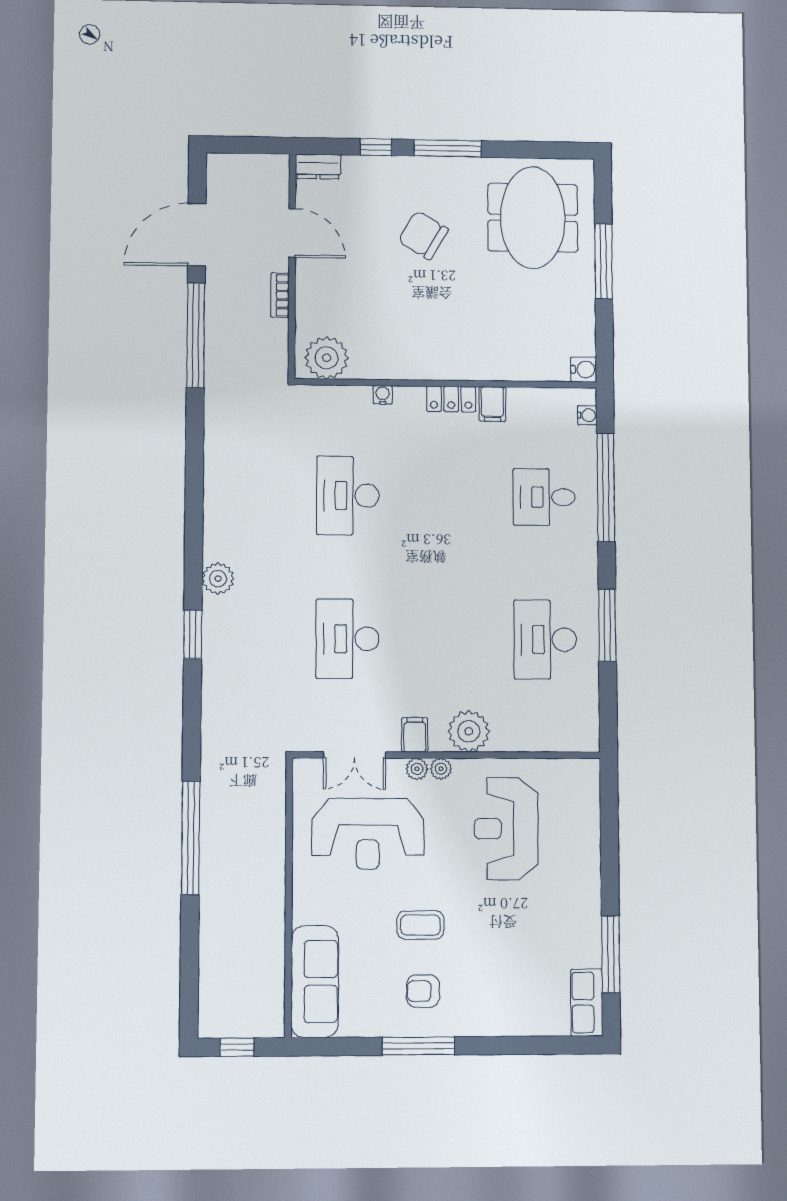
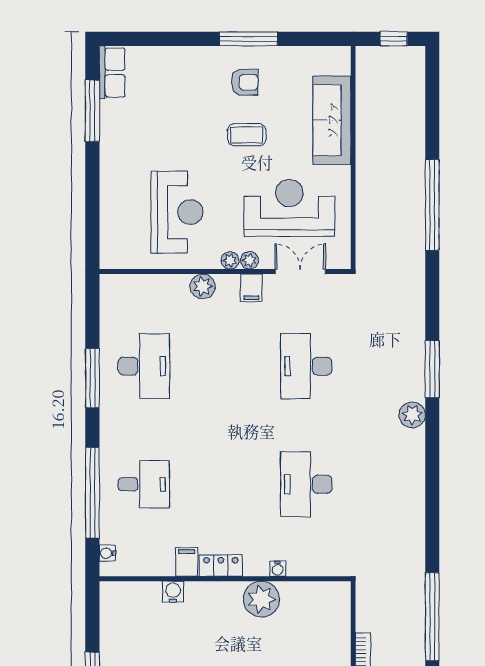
plant: (327, 358) -> (261, 599), moved
water cooler: (584, 370) -> (173, 592), moved, turned 90
desk: (348, 496) -> (306, 484), turned 180
window: (193, 634) -> (432, 369), width x1.44
desk: (348, 639) -> (306, 366), turned 180
plant: (469, 731) -> (203, 286), width x0.73, depth x0.73
sofa: (315, 981) -> (332, 120), moved

